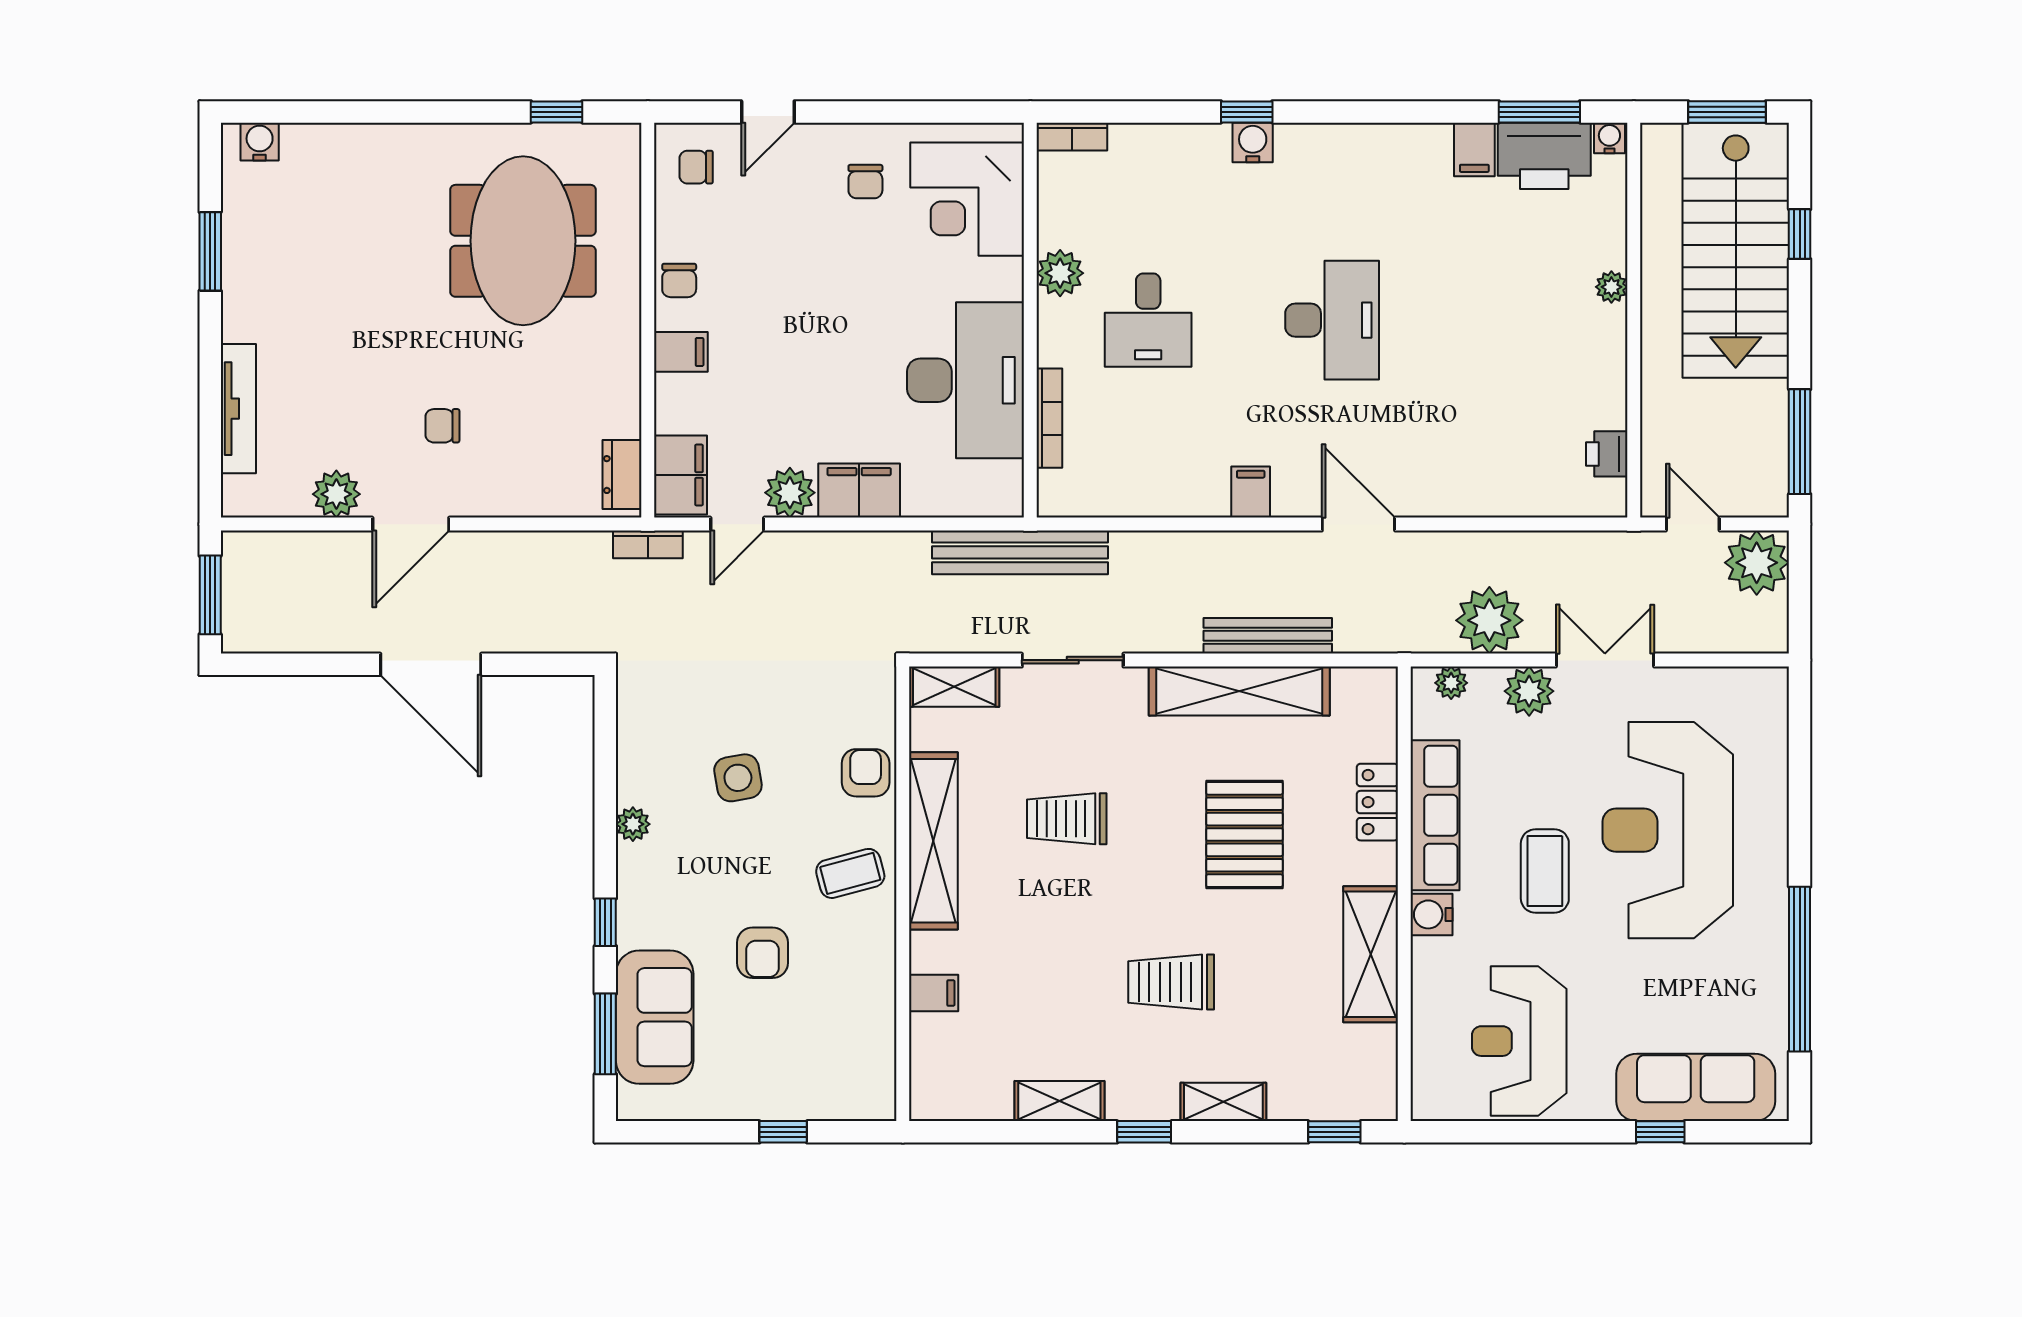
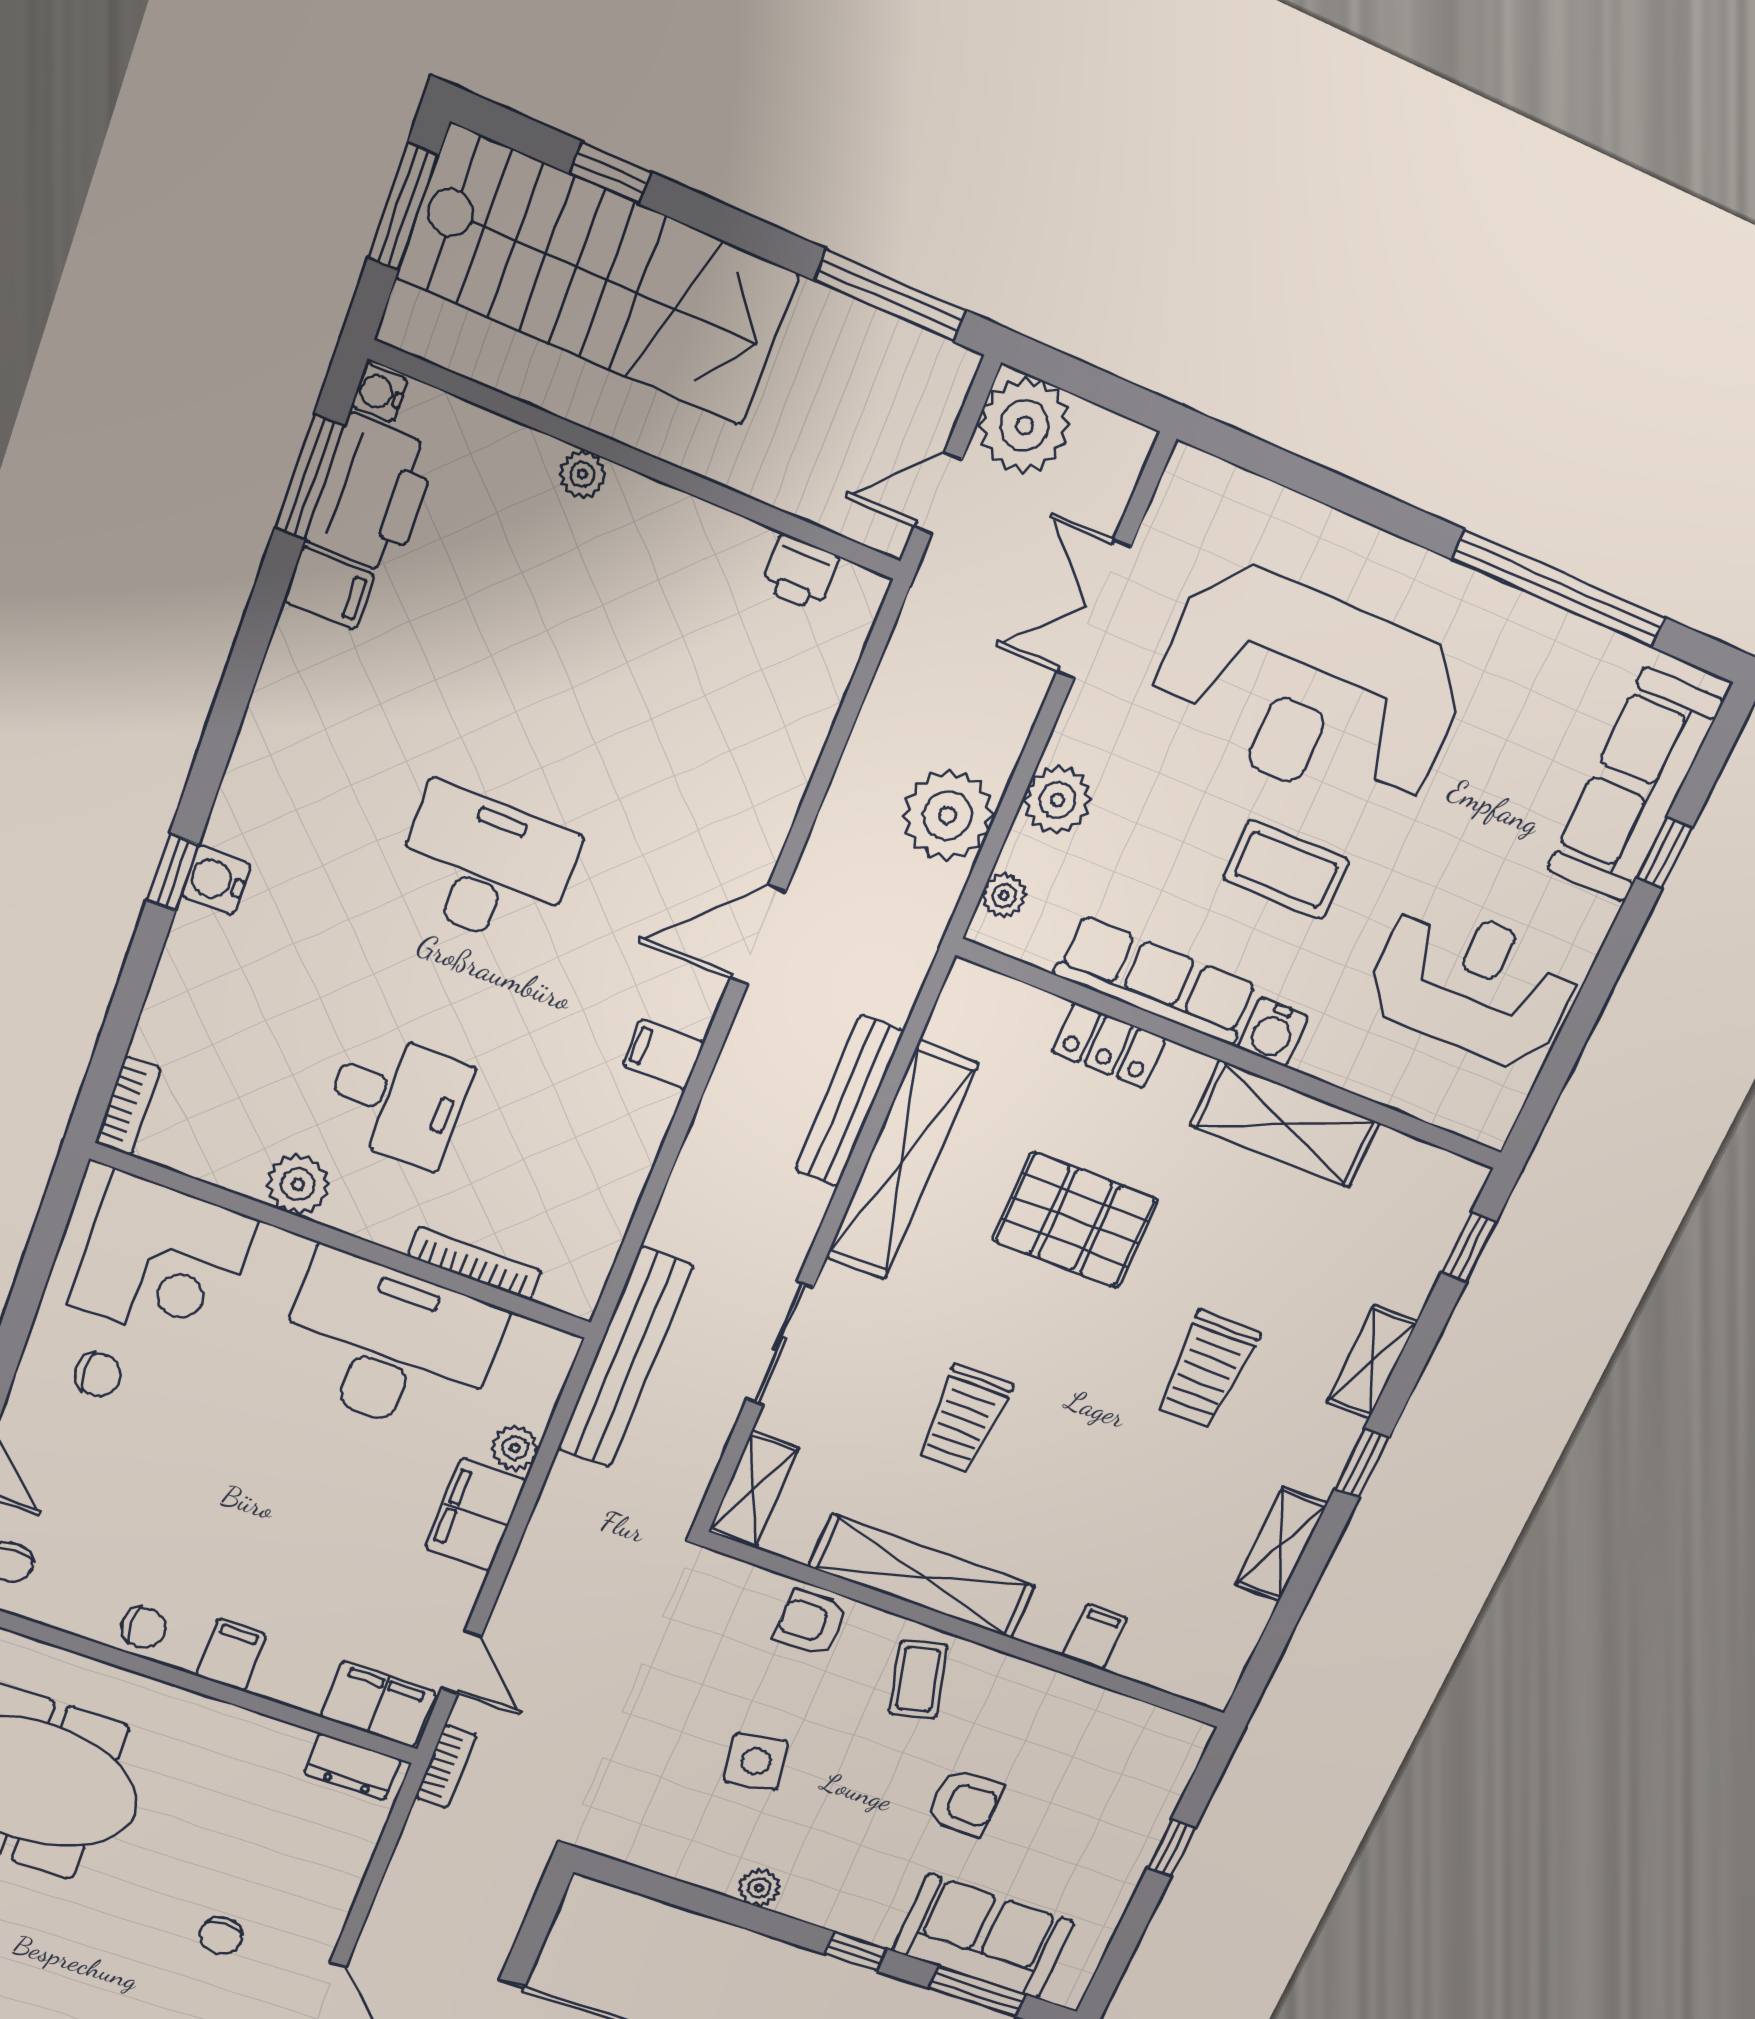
plant: (790, 493) -> (515, 1448), moved, width x0.73, depth x0.73
double door: (1605, 660) -> (1094, 609), moved
reception desk: (1519, 1041) -> (1473, 984), turned 180

